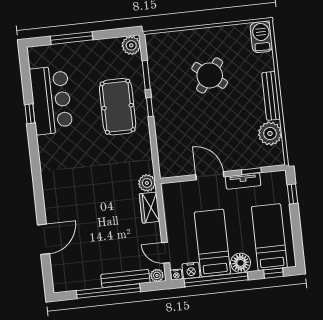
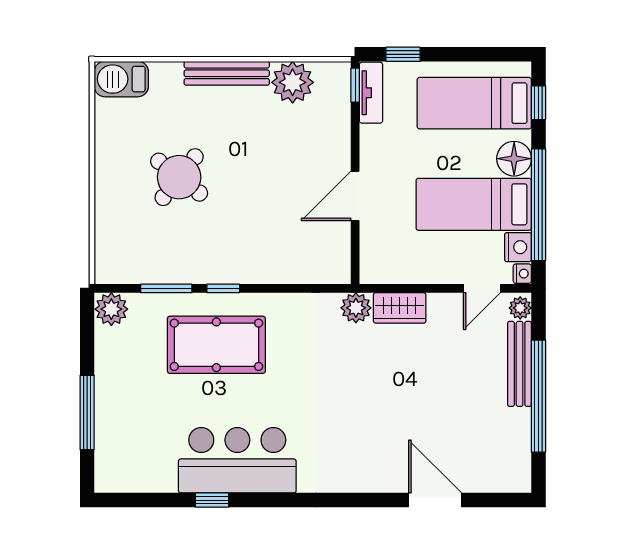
bar counter: (51, 100) -> (237, 460), moved
window: (251, 171) -> (355, 85), moved
tv unit: (243, 181) -> (371, 93), moved

